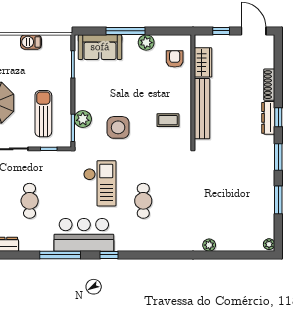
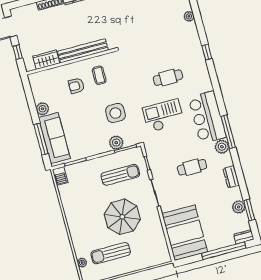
window: (126, 31) -> (41, 139), moved
barbecue: (31, 42) -> (60, 176), moved
sofa: (100, 47) -> (54, 138), width x1.36
armchair: (175, 59) -> (76, 86), moved
sun lounger: (43, 114) -> (120, 175), turned 180
plant: (44, 243) -> (222, 147), added
window: (109, 255) -> (207, 52), moved

